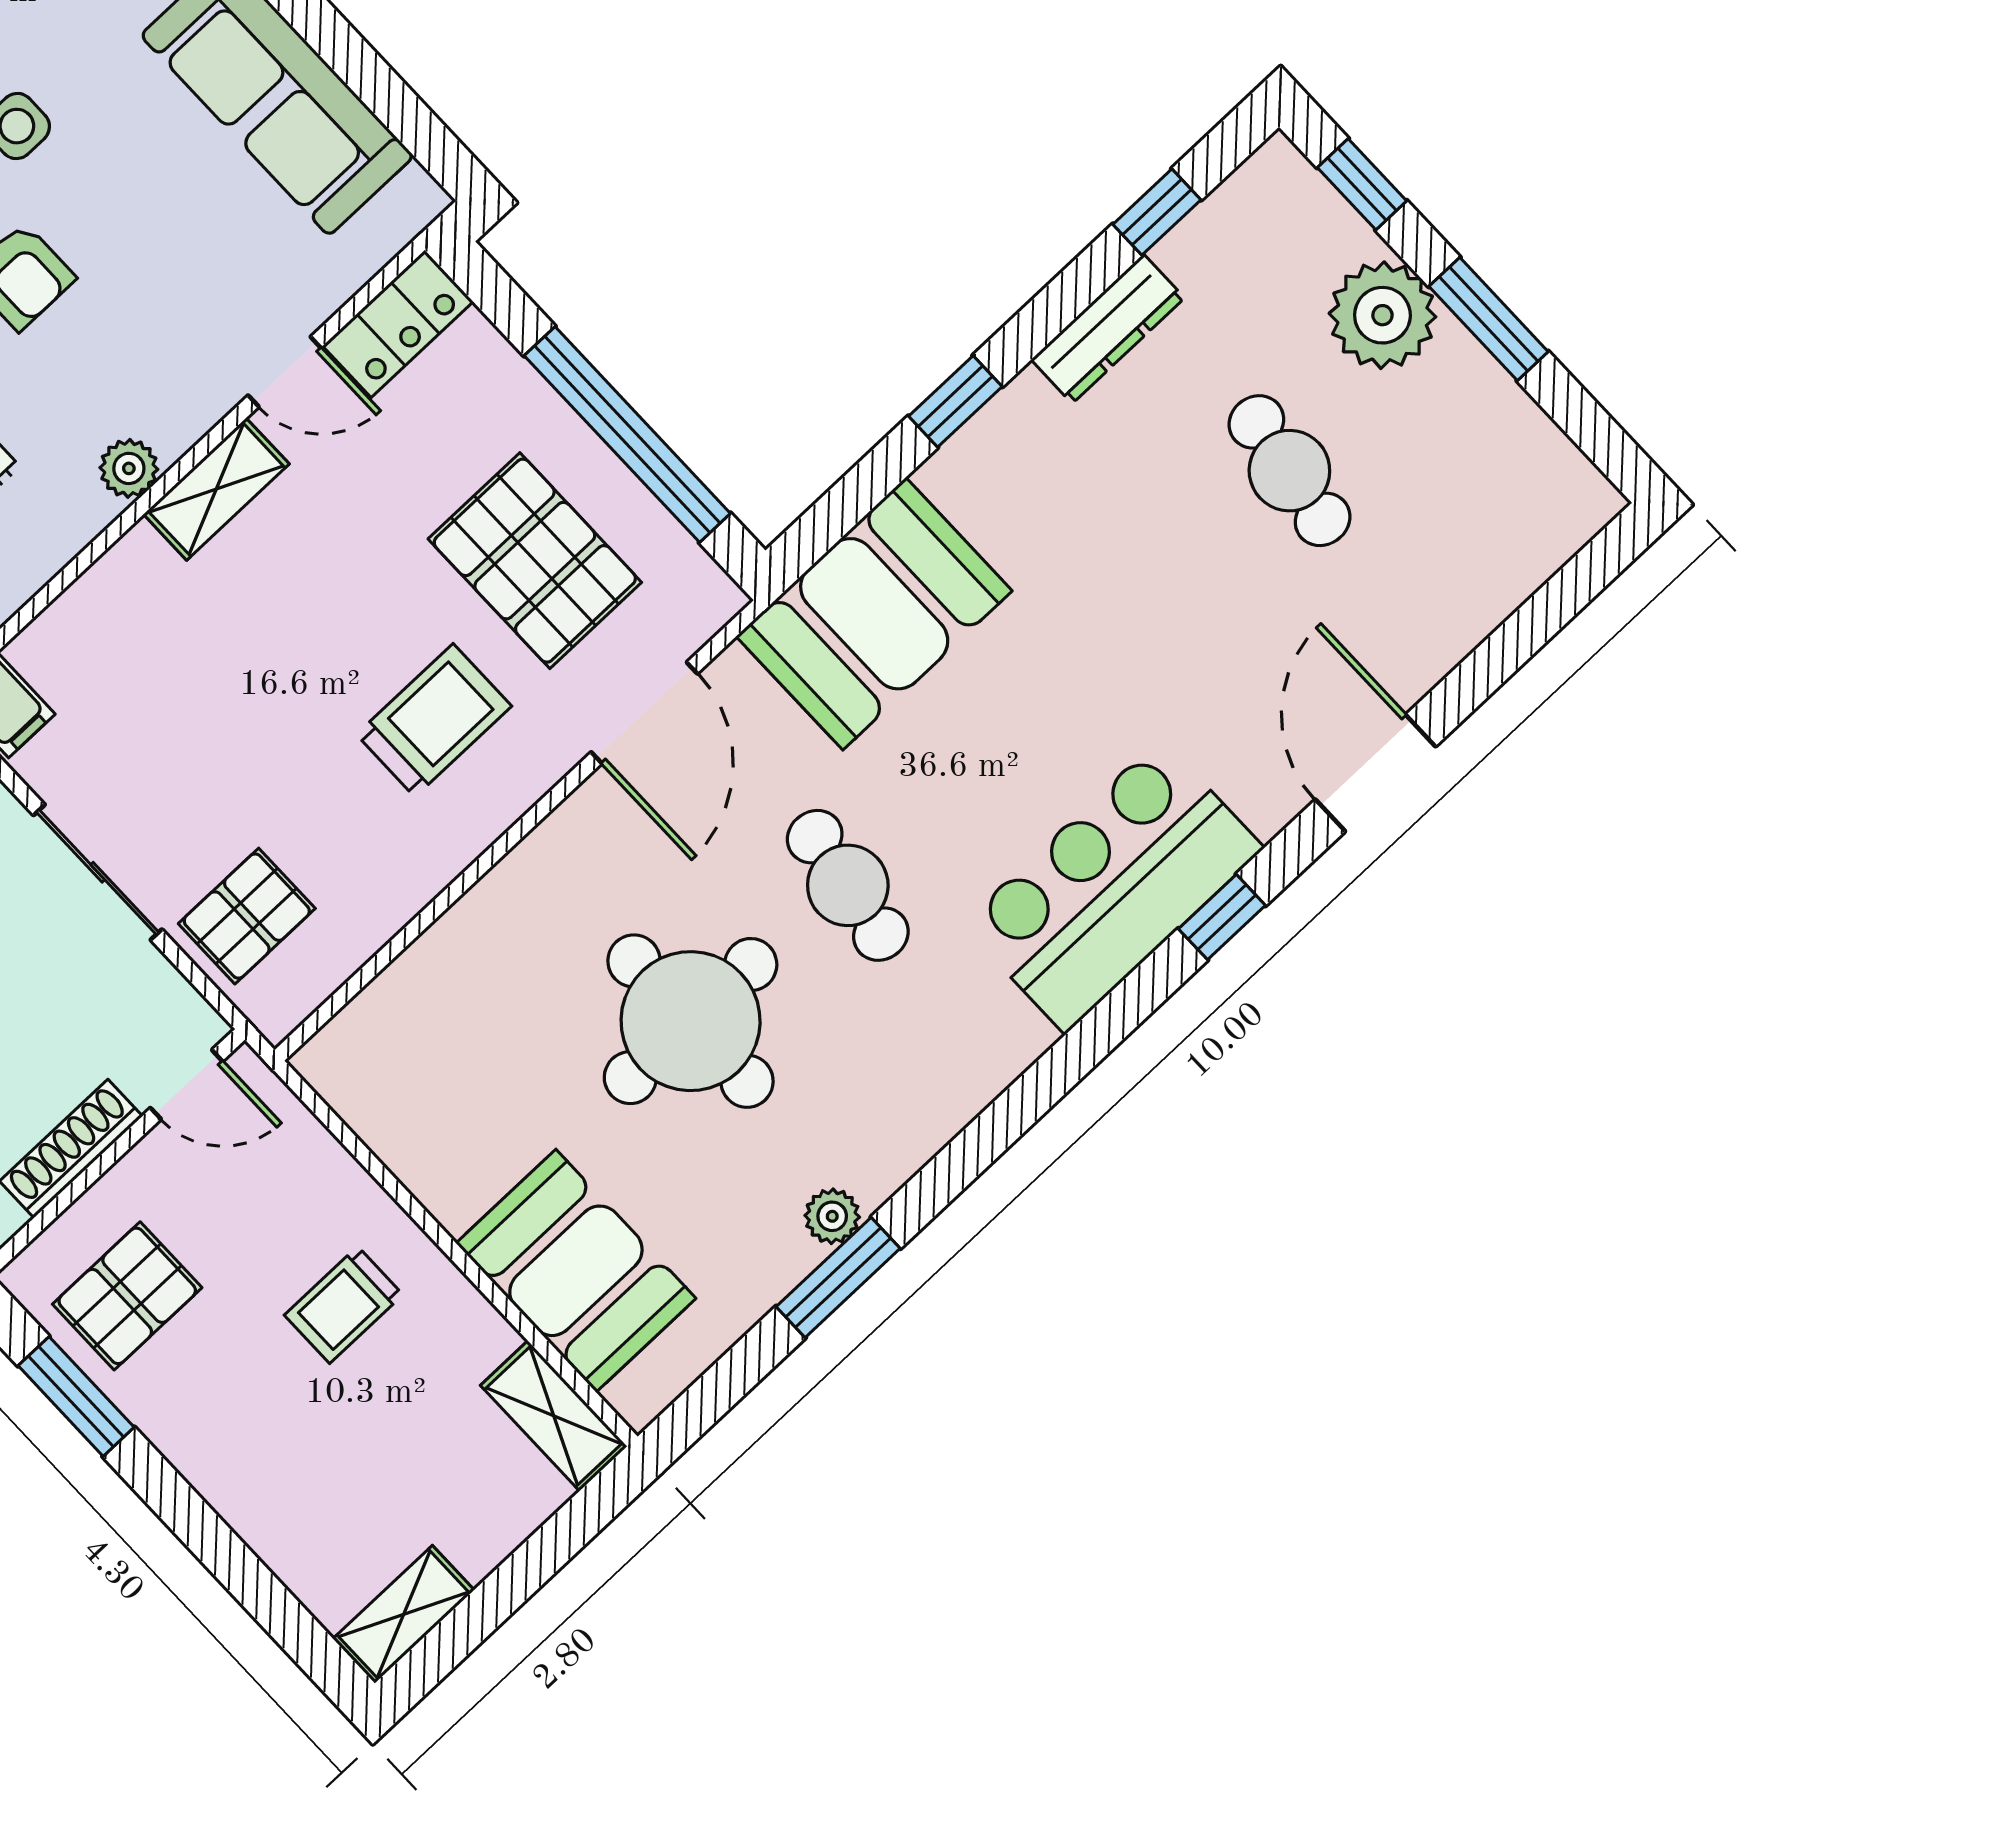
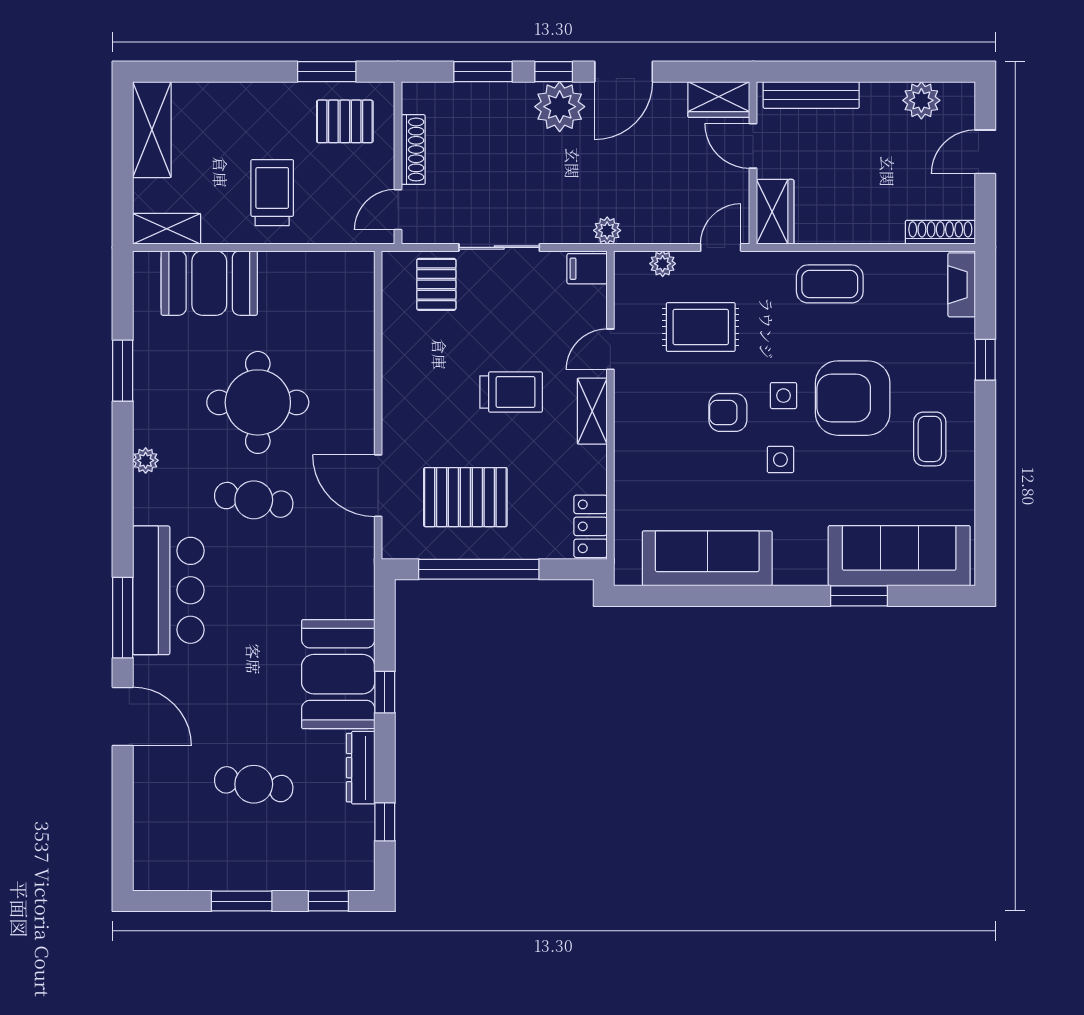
plant: (1382, 315) -> (277, 866), removed
door: (285, 372) -> (610, 349), moved
plant: (129, 468) -> (627, 388), removed
booth: (874, 614) -> (338, 674), moved
trolley: (434, 720) -> (511, 392), moved, turned -90
window: (1222, 917) -> (123, 618), width x2.17
plant: (832, 1216) -> (146, 460), moved
pallet: (127, 1296) -> (345, 121), turned 90
trolley: (344, 1305) -> (272, 193), width x1.36, depth x1.39
shelving: (404, 1614) -> (152, 130), width x1.50, depth x1.33

